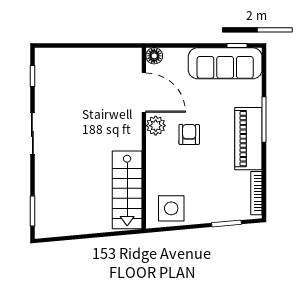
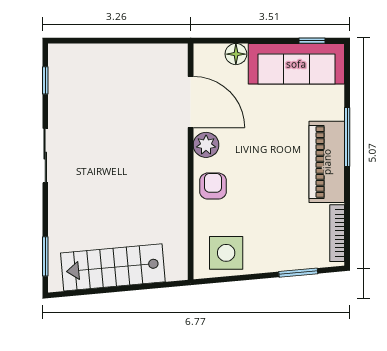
floor lamp: (154, 56) -> (236, 54), moved
armchair: (189, 134) -> (213, 186), moved
stairs: (127, 190) -> (113, 267), moved, turned 85

